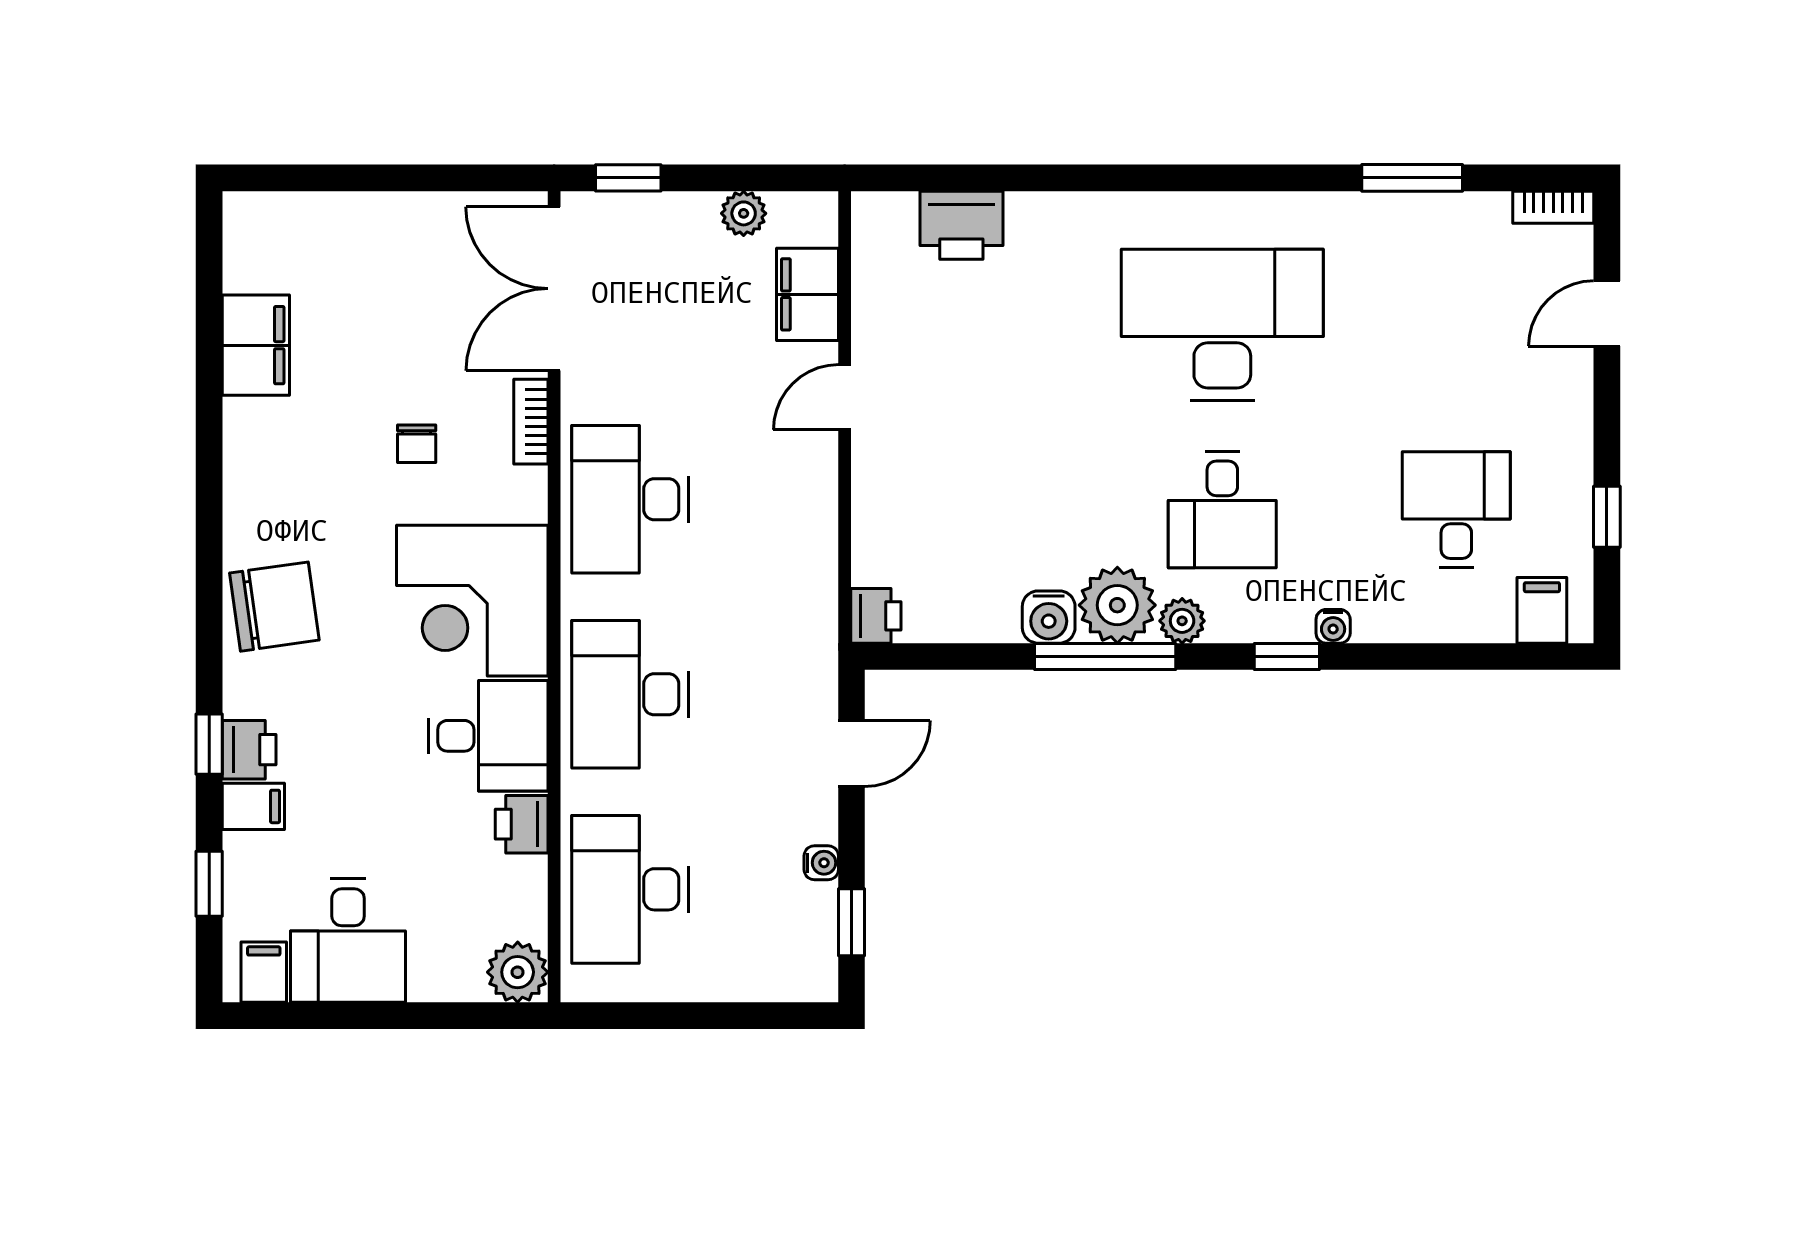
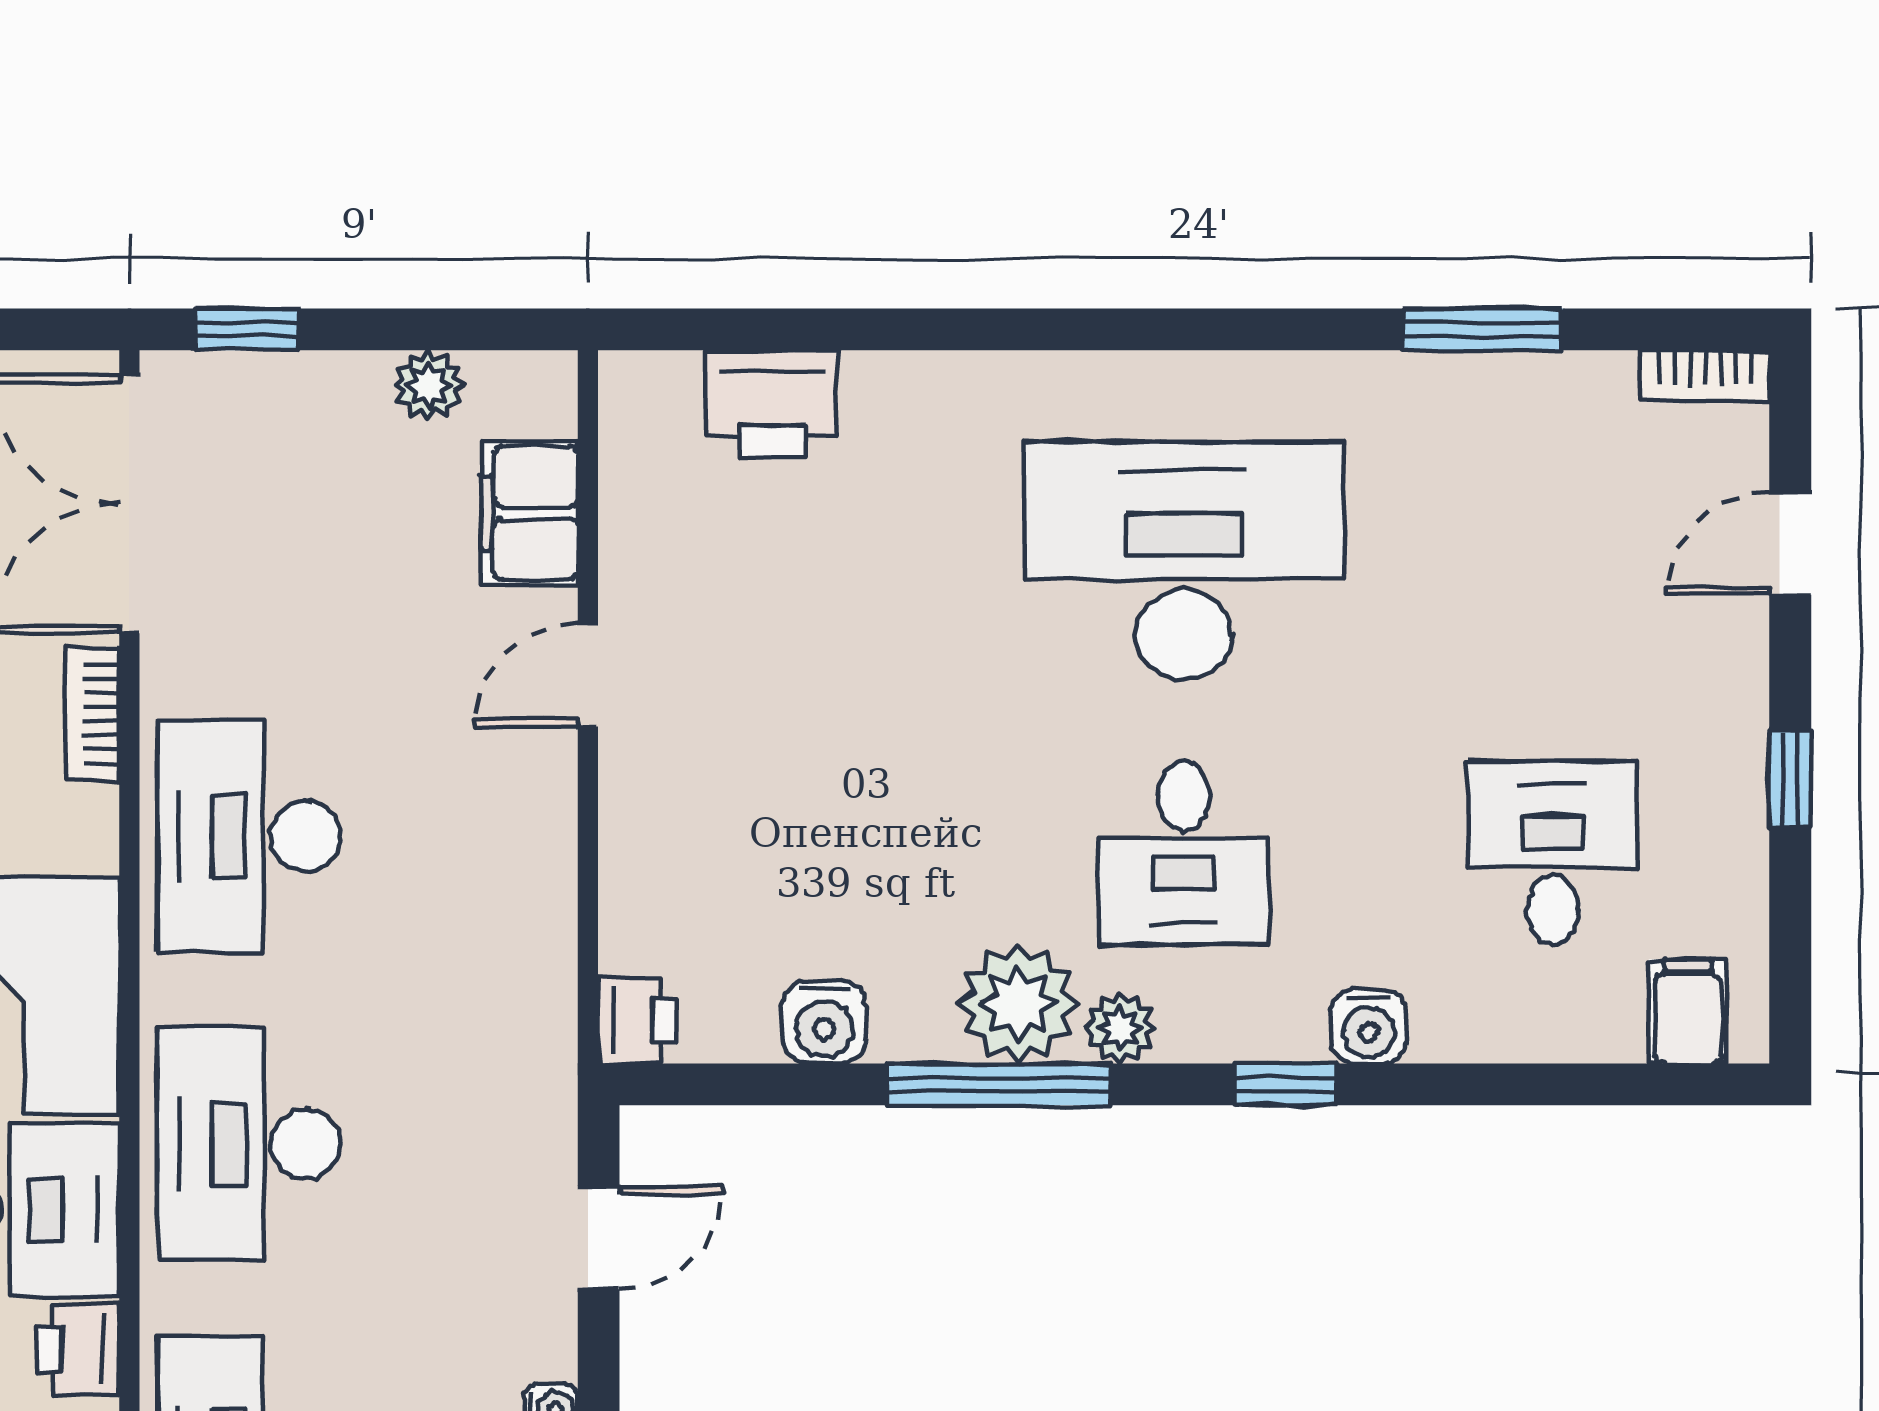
window: (1607, 517) -> (1790, 779), moved
water cooler: (1049, 617) -> (824, 1022), moved
water cooler: (1333, 626) -> (1369, 1027), width x1.38, depth x1.38

